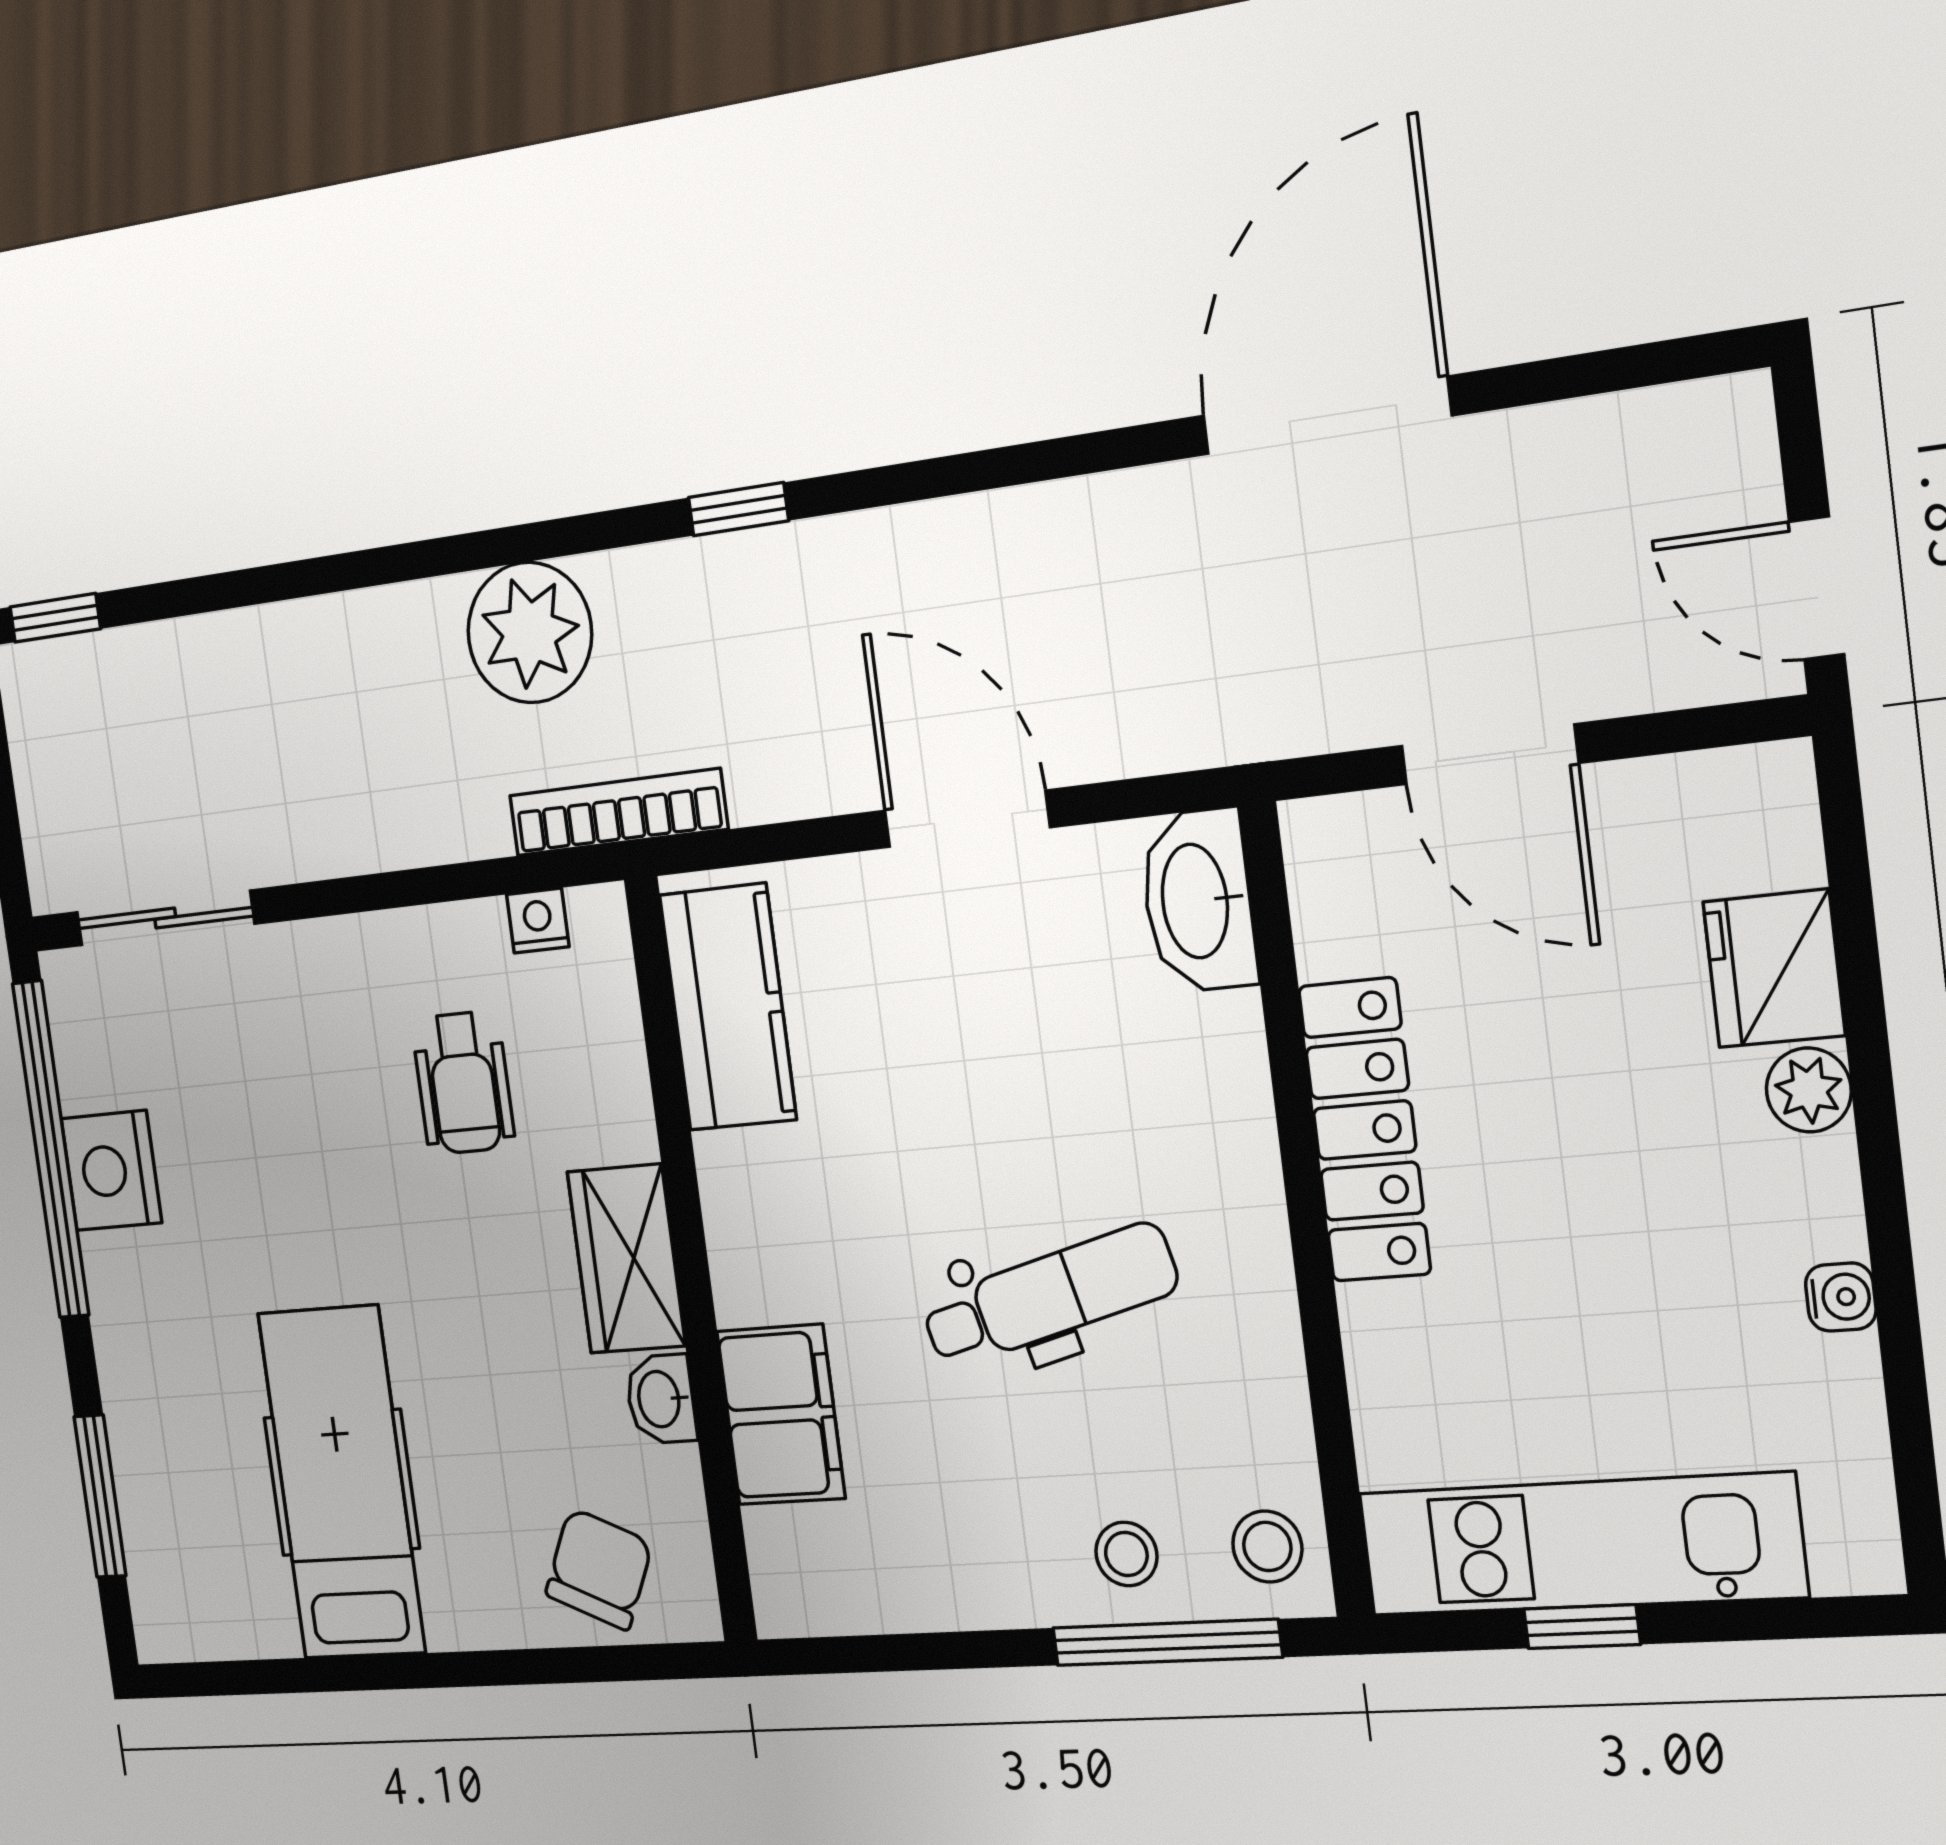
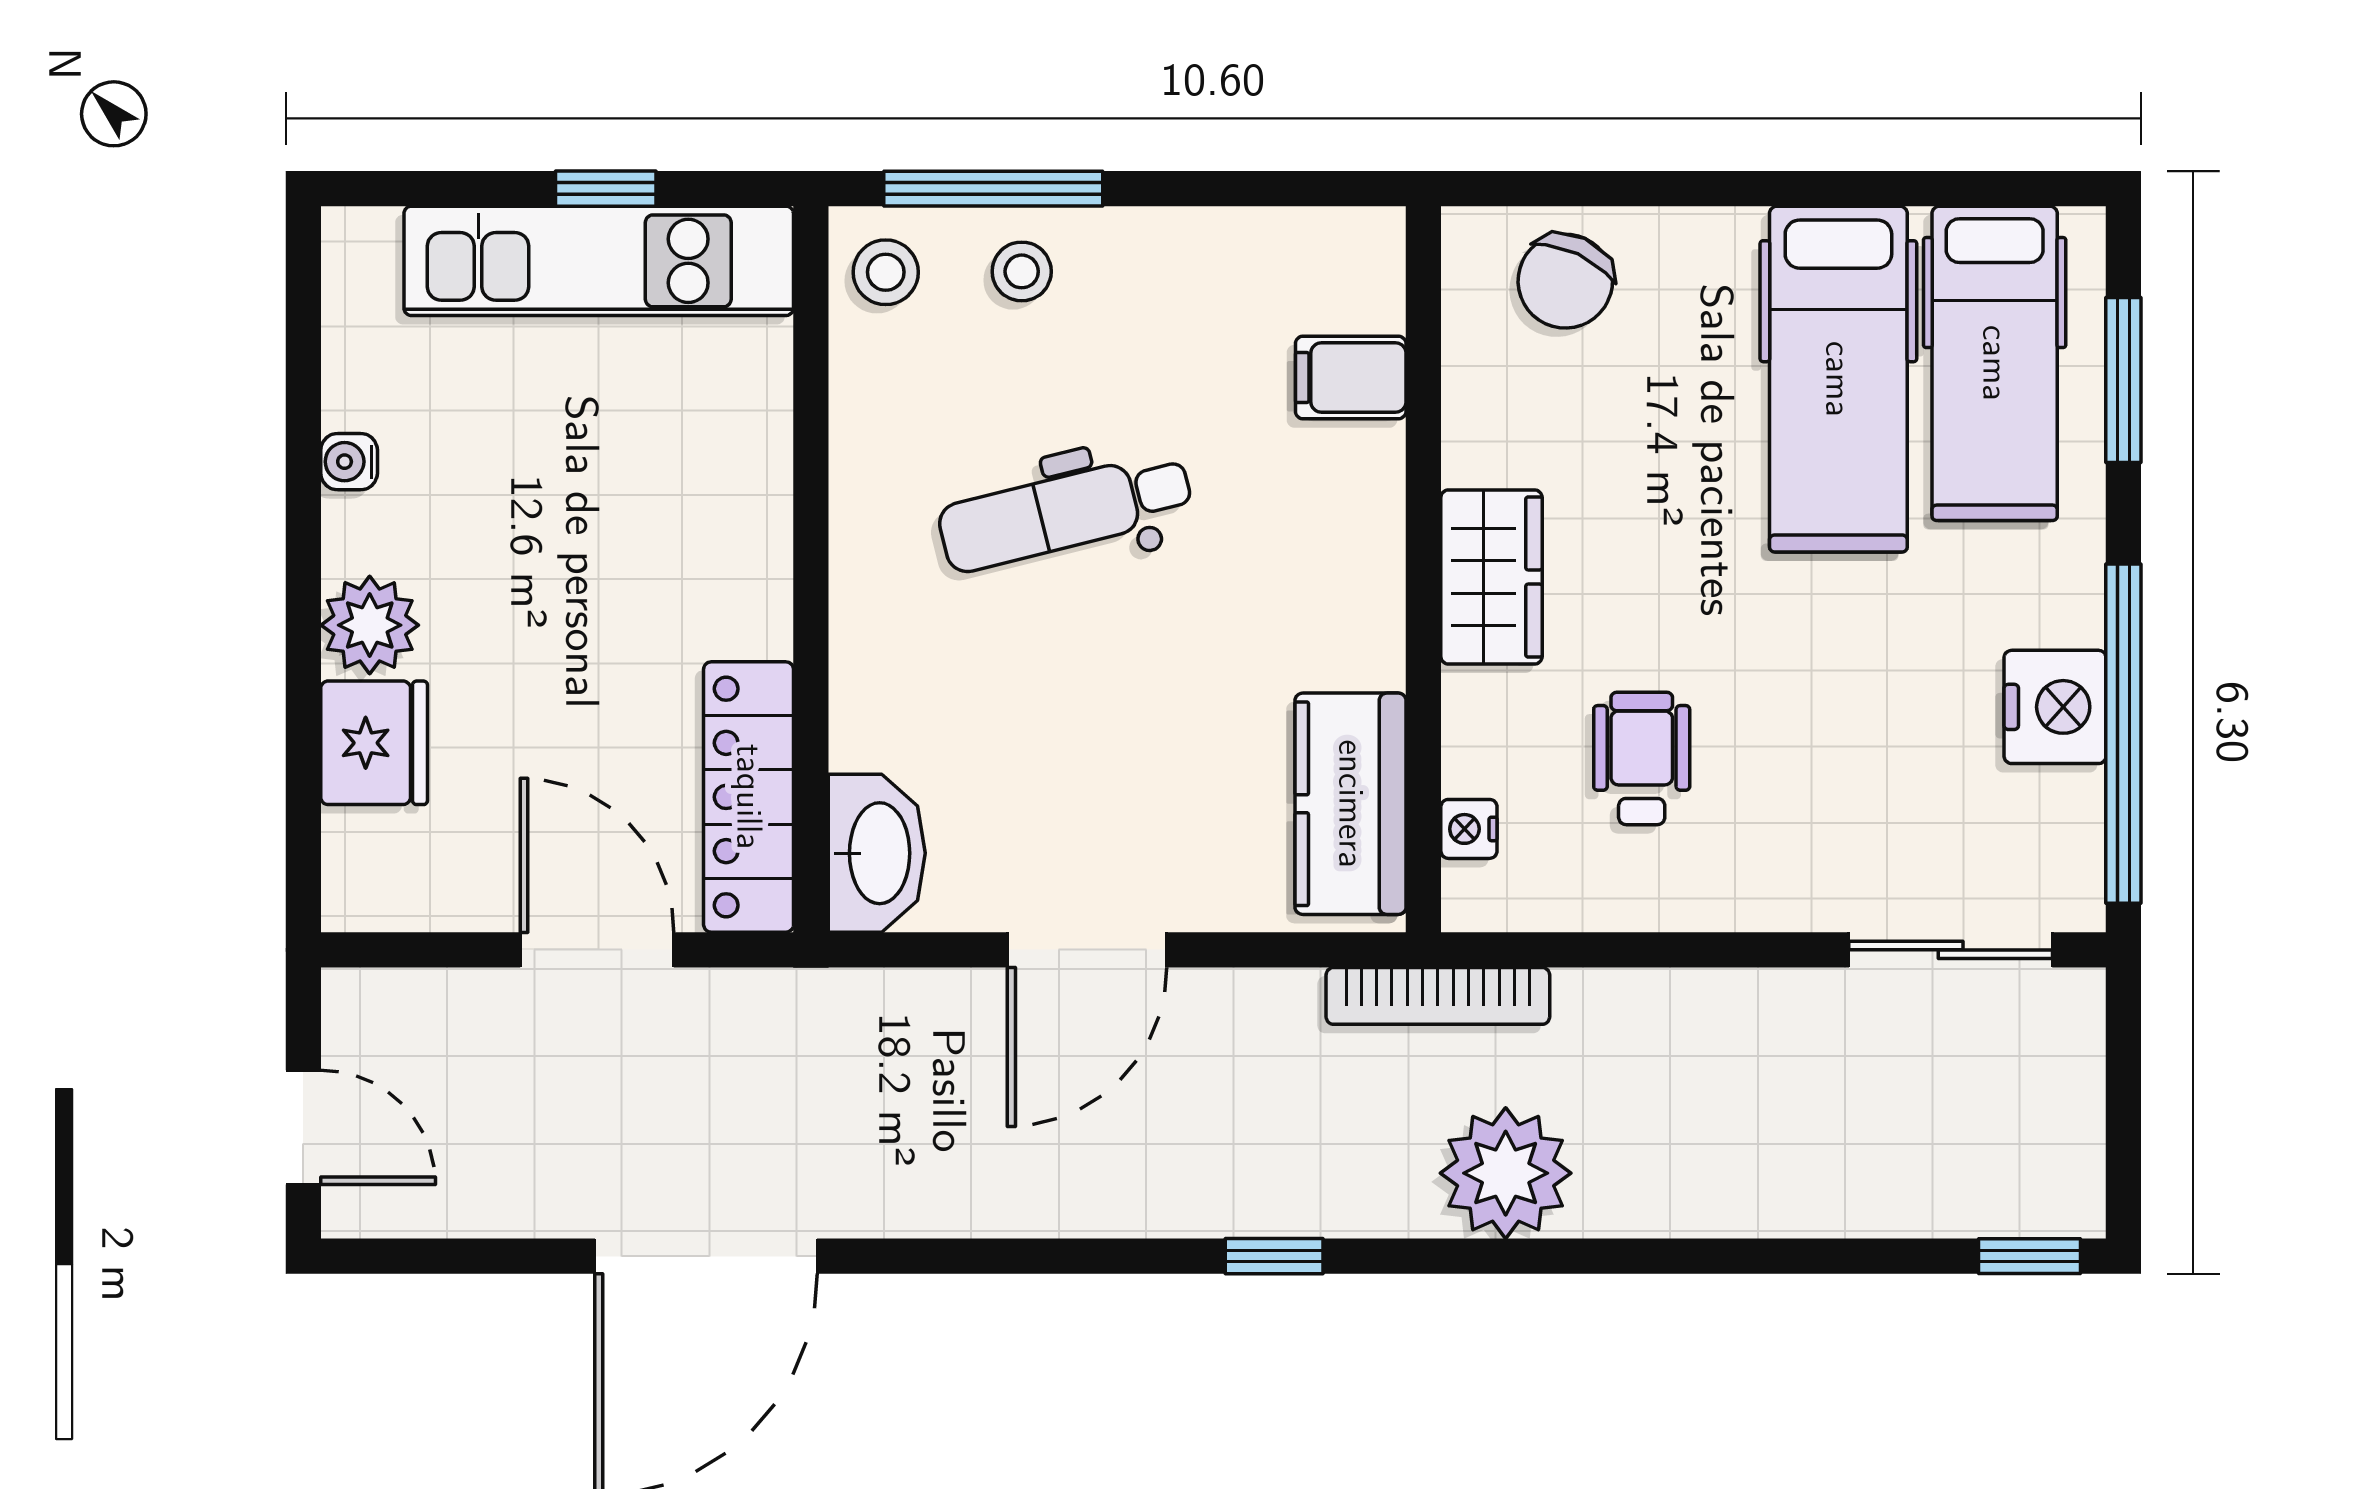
door: (1817, 588) -> (303, 1127), moved
door: (967, 819) -> (1087, 950), hinge flipped
nightstand: (538, 921) -> (1469, 829), moved, turned 90
plant: (1809, 1090) -> (370, 625), width x1.38, depth x1.38
locker: (1365, 1130) -> (749, 797), moved
washbasin: (661, 1399) -> (1475, 441), removed
filing cabinet: (781, 1415) -> (1351, 377), width x0.50
hospital bed: (210, 1506) -> (1995, 363), added

